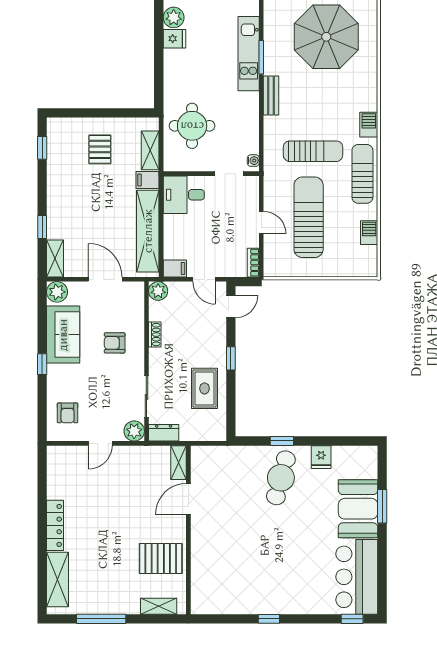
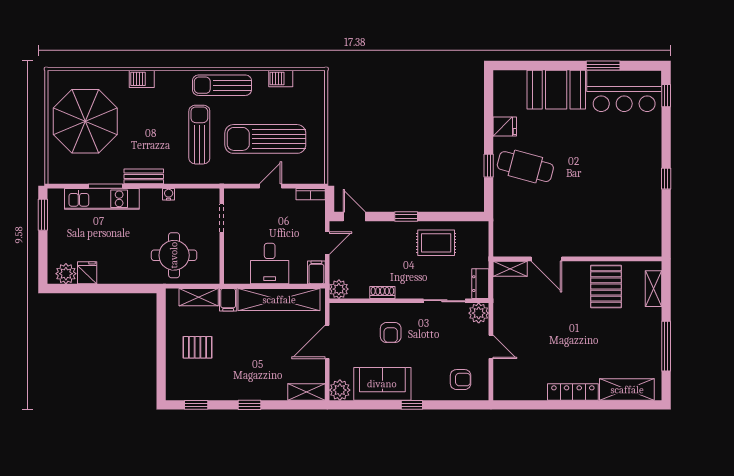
barbecue: (369, 125) -> (142, 79), moved
water cooler: (253, 161) -> (169, 194), moved
desk: (184, 195) -> (270, 264), moved
window: (42, 227) -> (249, 405), moved
window: (382, 506) -> (603, 66), moved

